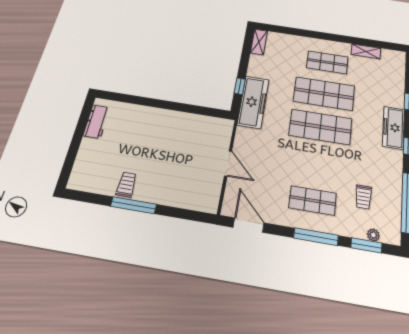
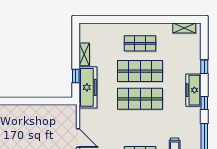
shelving: (259, 42) -> (84, 54), moved
shelving: (366, 51) -> (184, 28), moved

